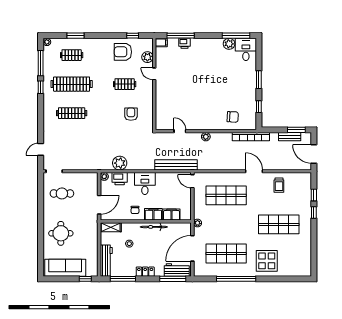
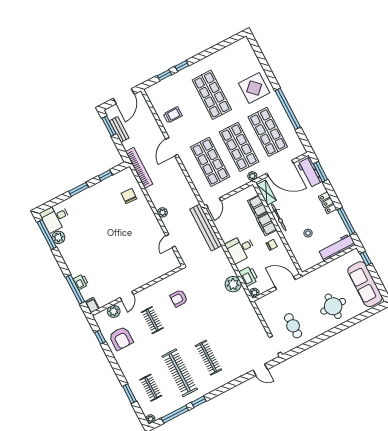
shop shelf: (226, 224) -> (239, 147), added
shelving: (111, 227) -> (266, 193), moved
window: (173, 279) -> (321, 172), width x0.69

